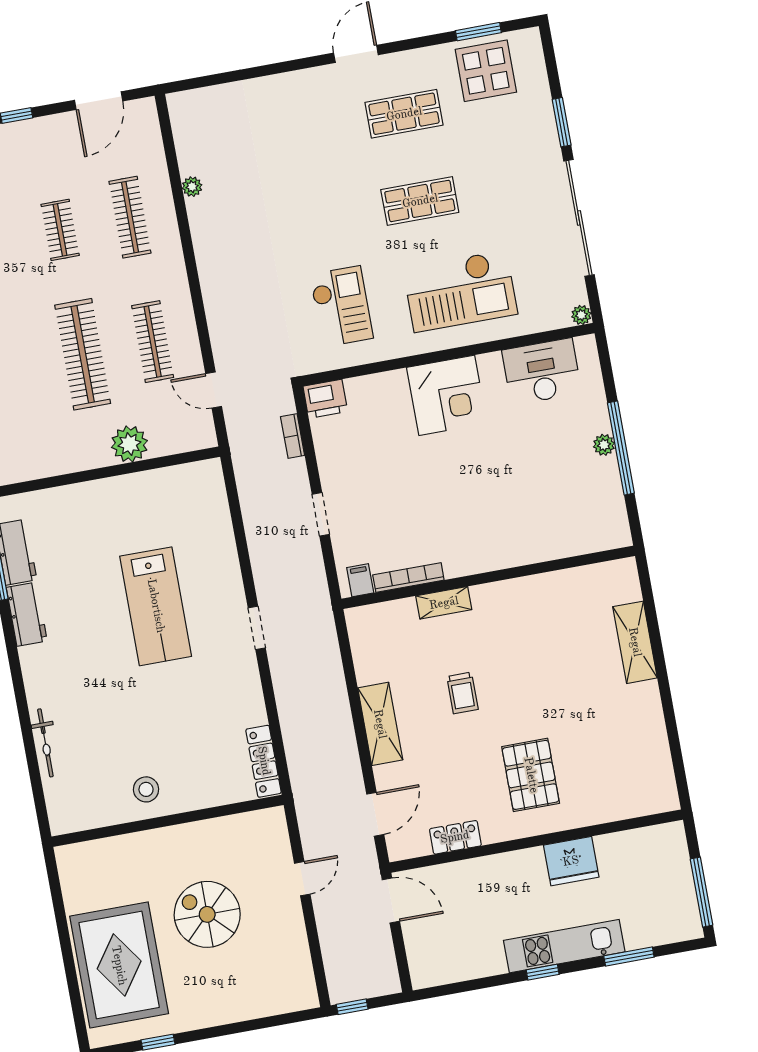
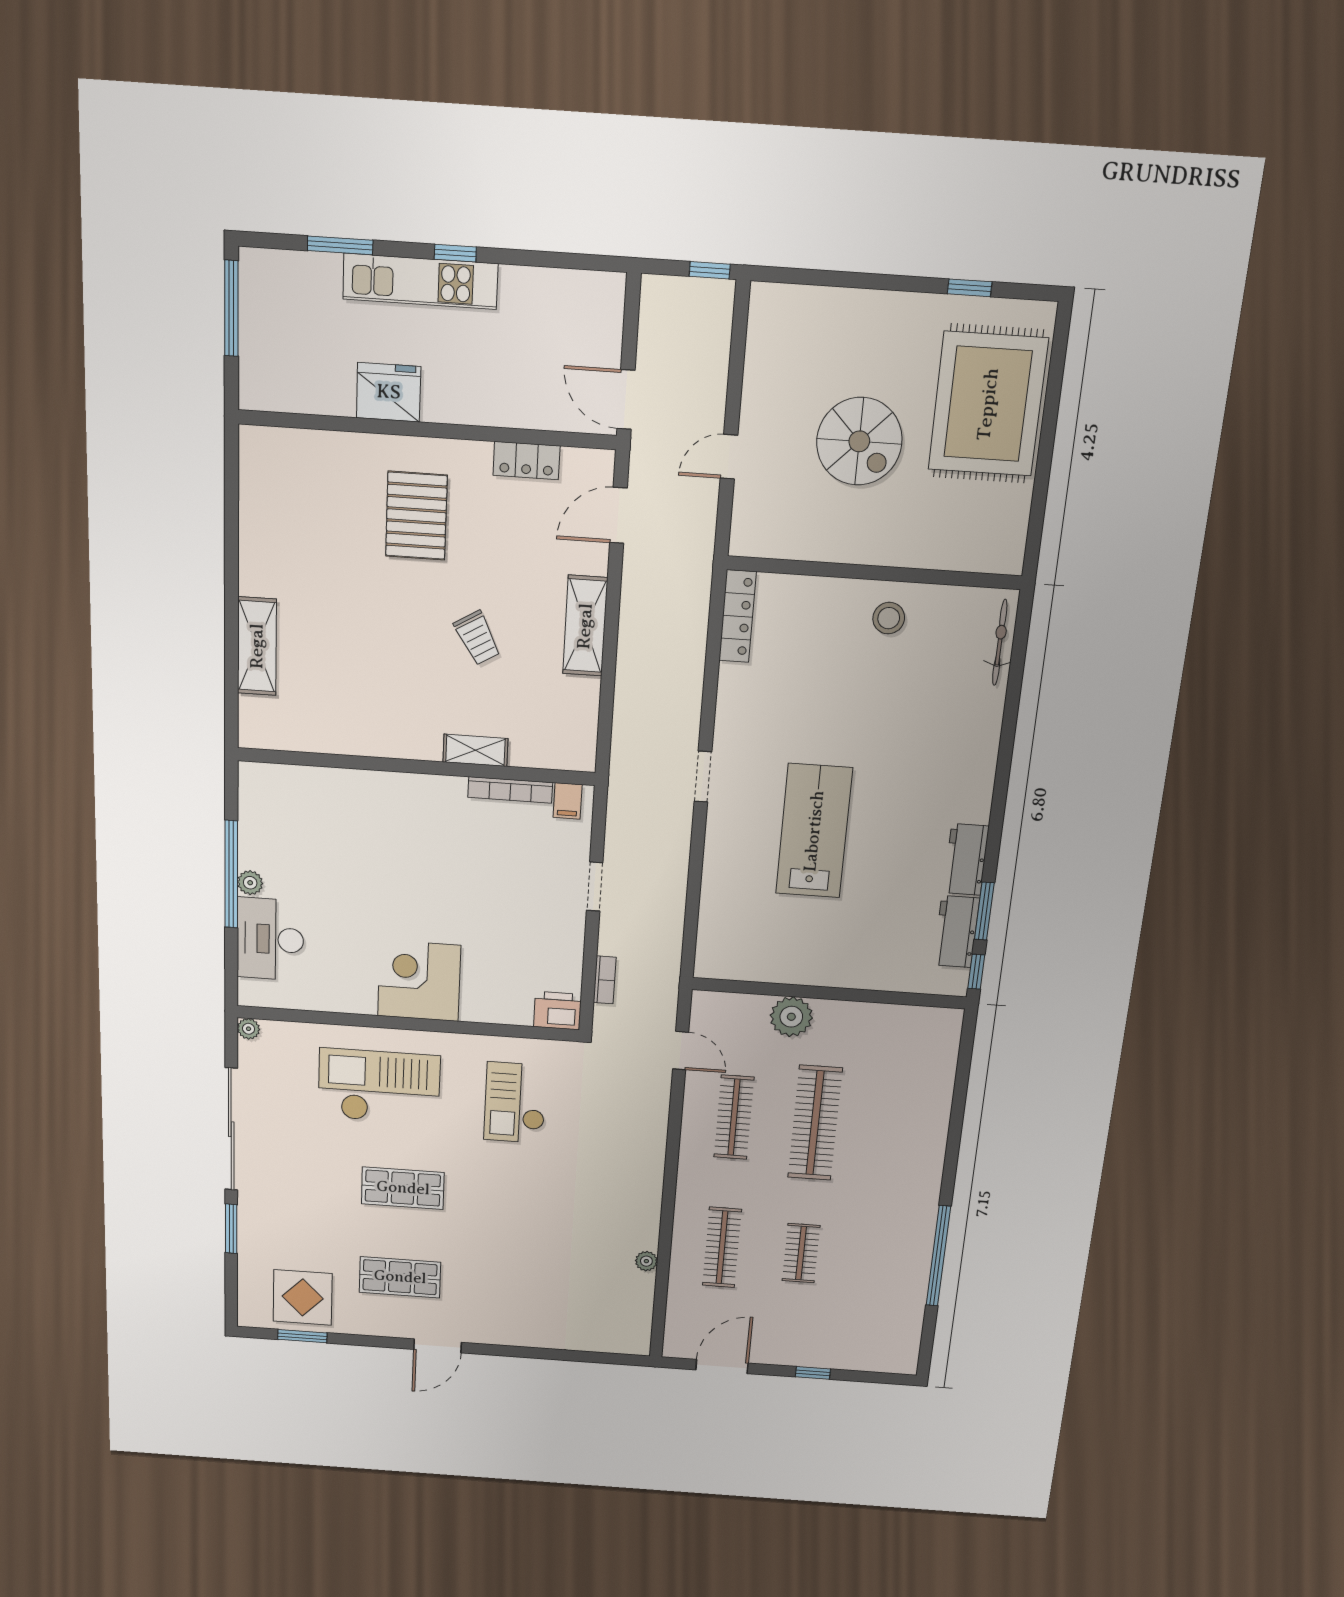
desk: (542, 372) -> (270, 939), moved, turned 90
trolley: (462, 693) -> (477, 638), turned 150
bicycle: (45, 743) -> (1000, 643), moved

